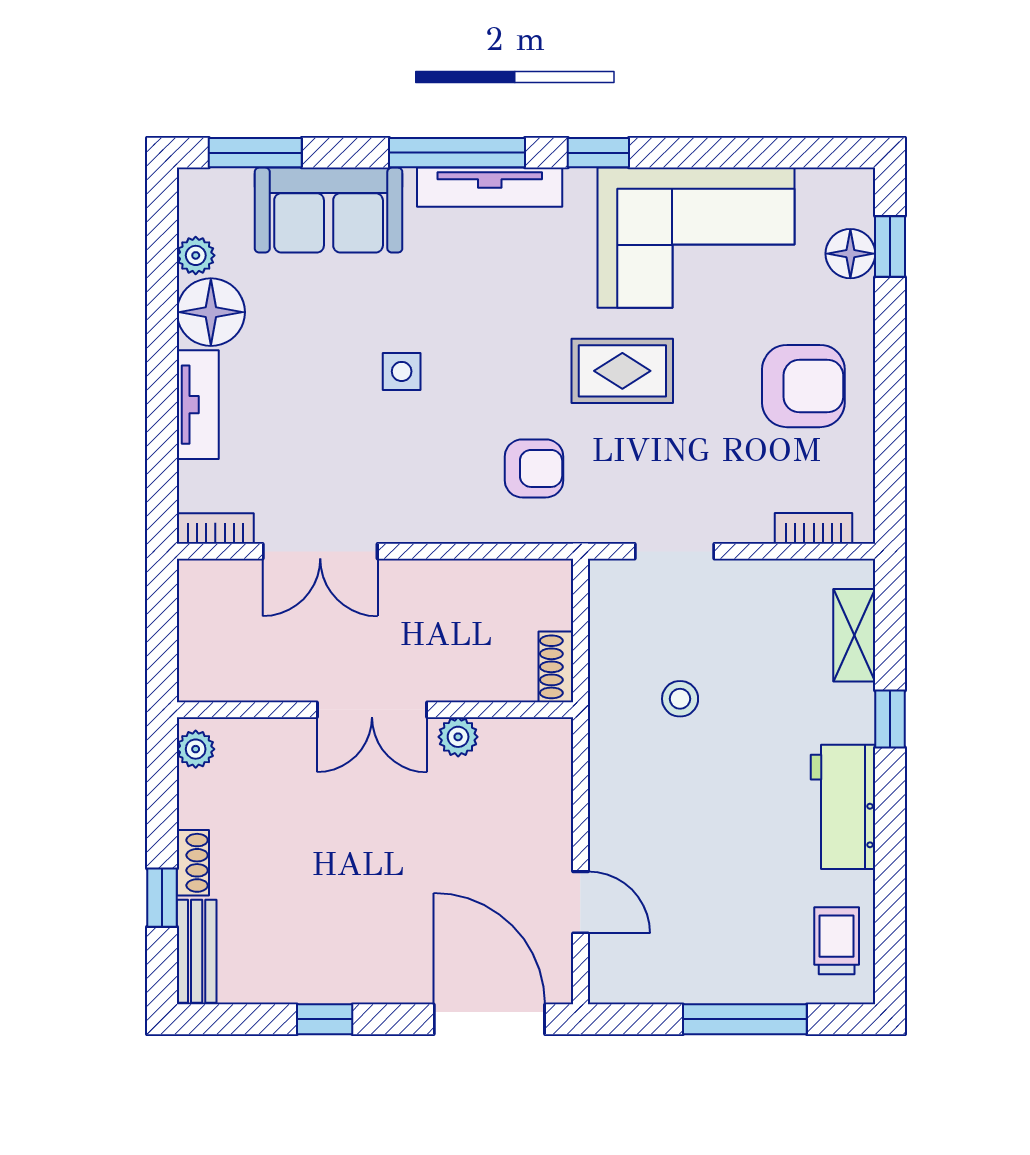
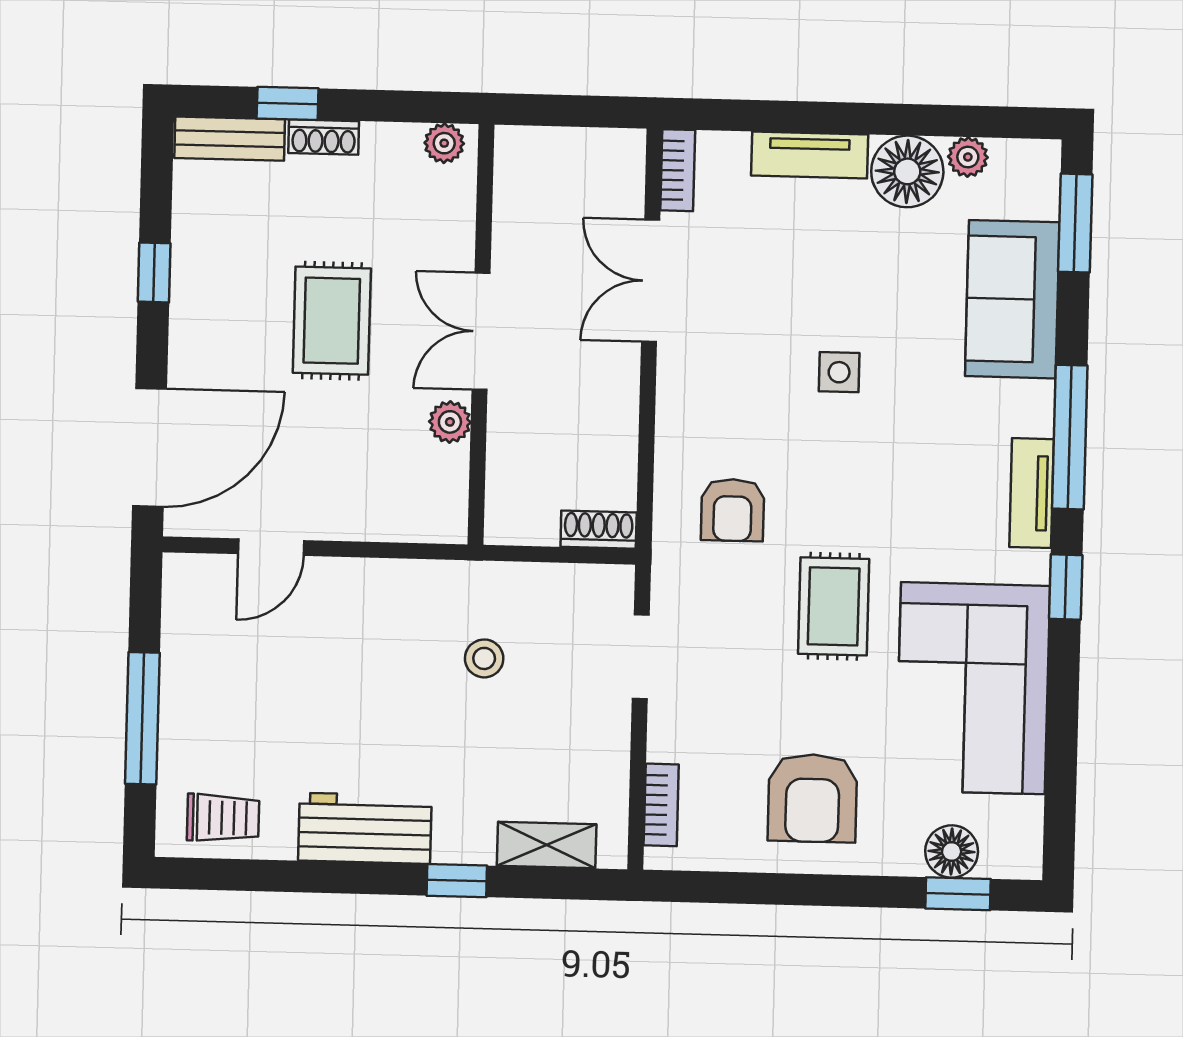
tv unit: (490, 187) -> (1032, 493), width x0.71
shoe rack: (556, 667) -> (599, 530), moved
rug: (366, 851) -> (332, 321), added

